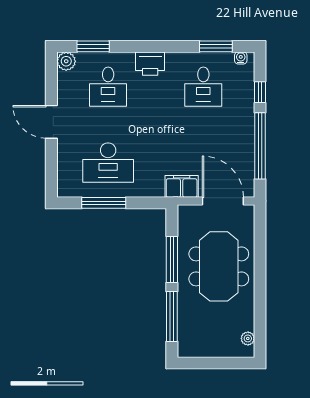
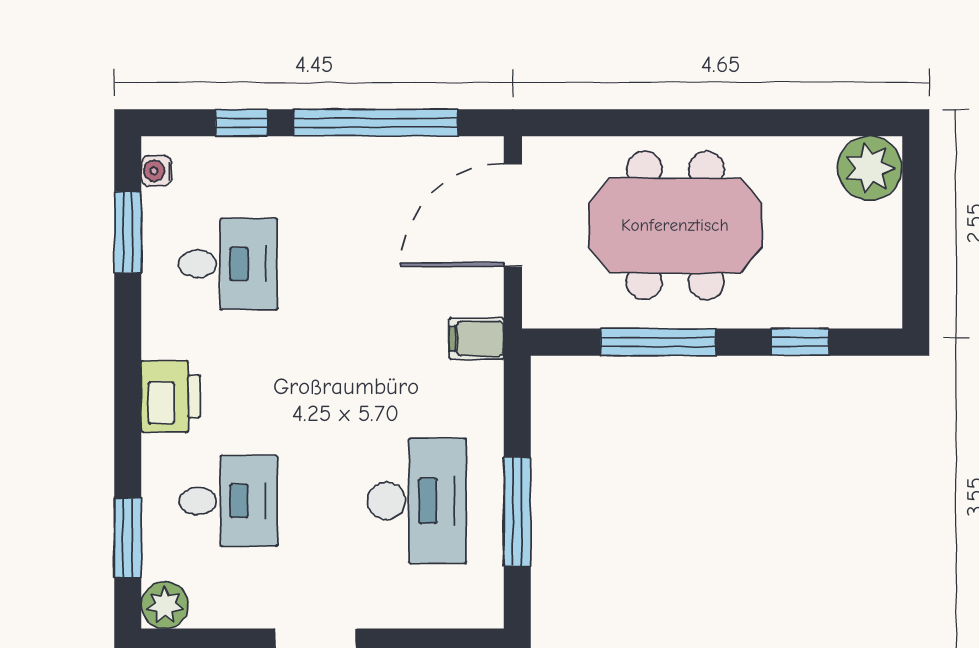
filing cabinet: (182, 186) -> (476, 338), width x0.50
window: (172, 316) -> (800, 342), width x0.46
plant: (248, 338) -> (870, 168), width x1.87, depth x1.87

